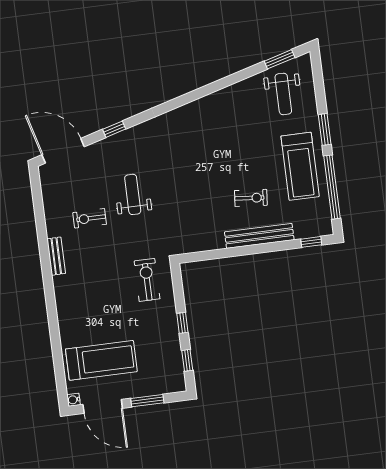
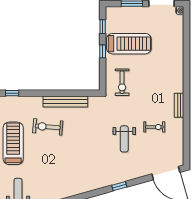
window: (114, 129) -> (119, 186), moved
exercise bike: (251, 198) -> (48, 127), width x1.38, depth x1.39
bench: (259, 236) -> (65, 101), moved
treadmill: (101, 360) -> (129, 44), moved, turned 180

